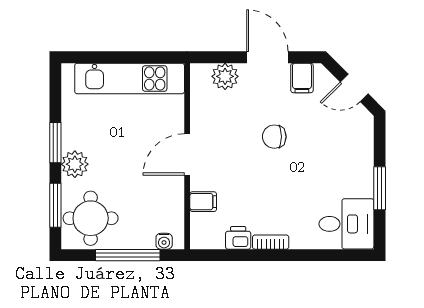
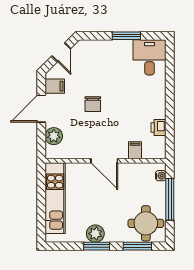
plant: (75, 164) -> (95, 234), moved
bookcase: (271, 242) -> (161, 106), removed

